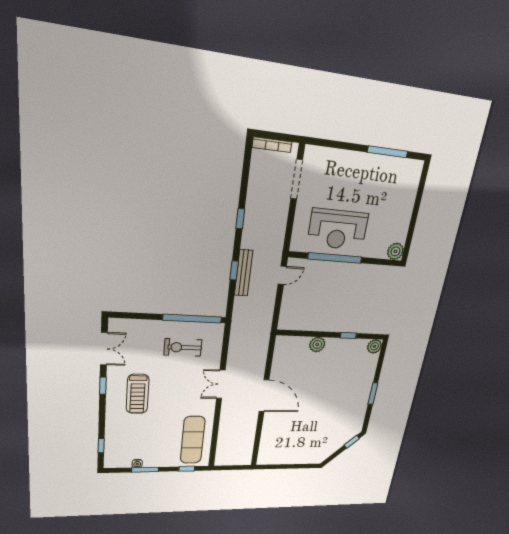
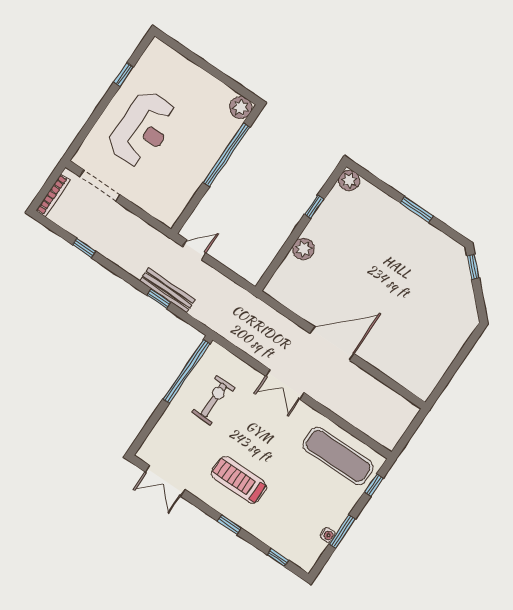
window: (388, 152) -> (124, 75), width x0.46
window: (240, 219) -> (84, 248), moved
reception desk: (338, 229) -> (143, 129), moved
window: (335, 258) -> (227, 155), moved
door: (282, 275) -> (194, 250), hinge flipped
exercise bike: (183, 347) -> (214, 400), turned 180
double door: (104, 349) -> (165, 481), swing flipped
window: (103, 386) -> (229, 525), moved
treadmill: (138, 394) -> (239, 480), turned 180

